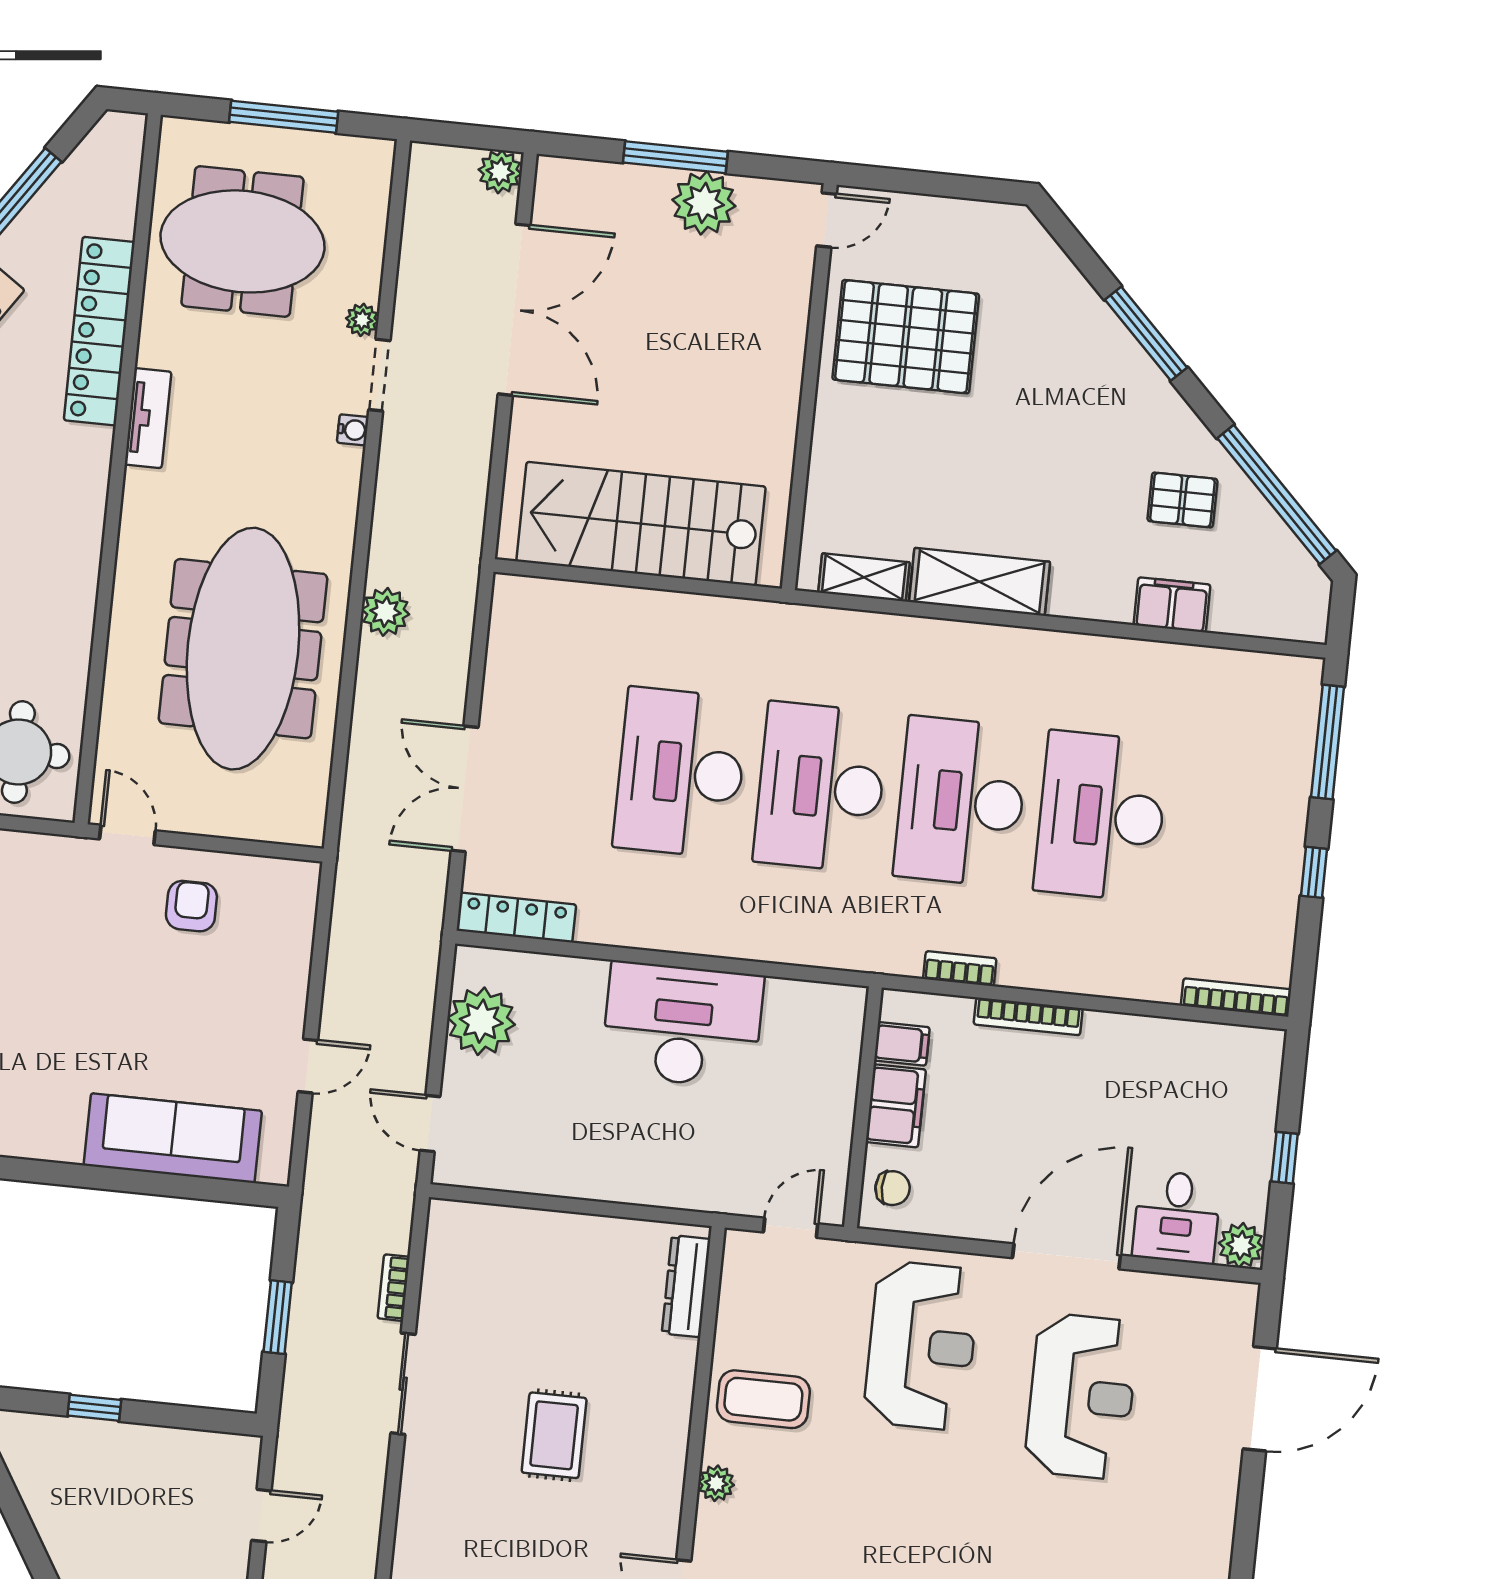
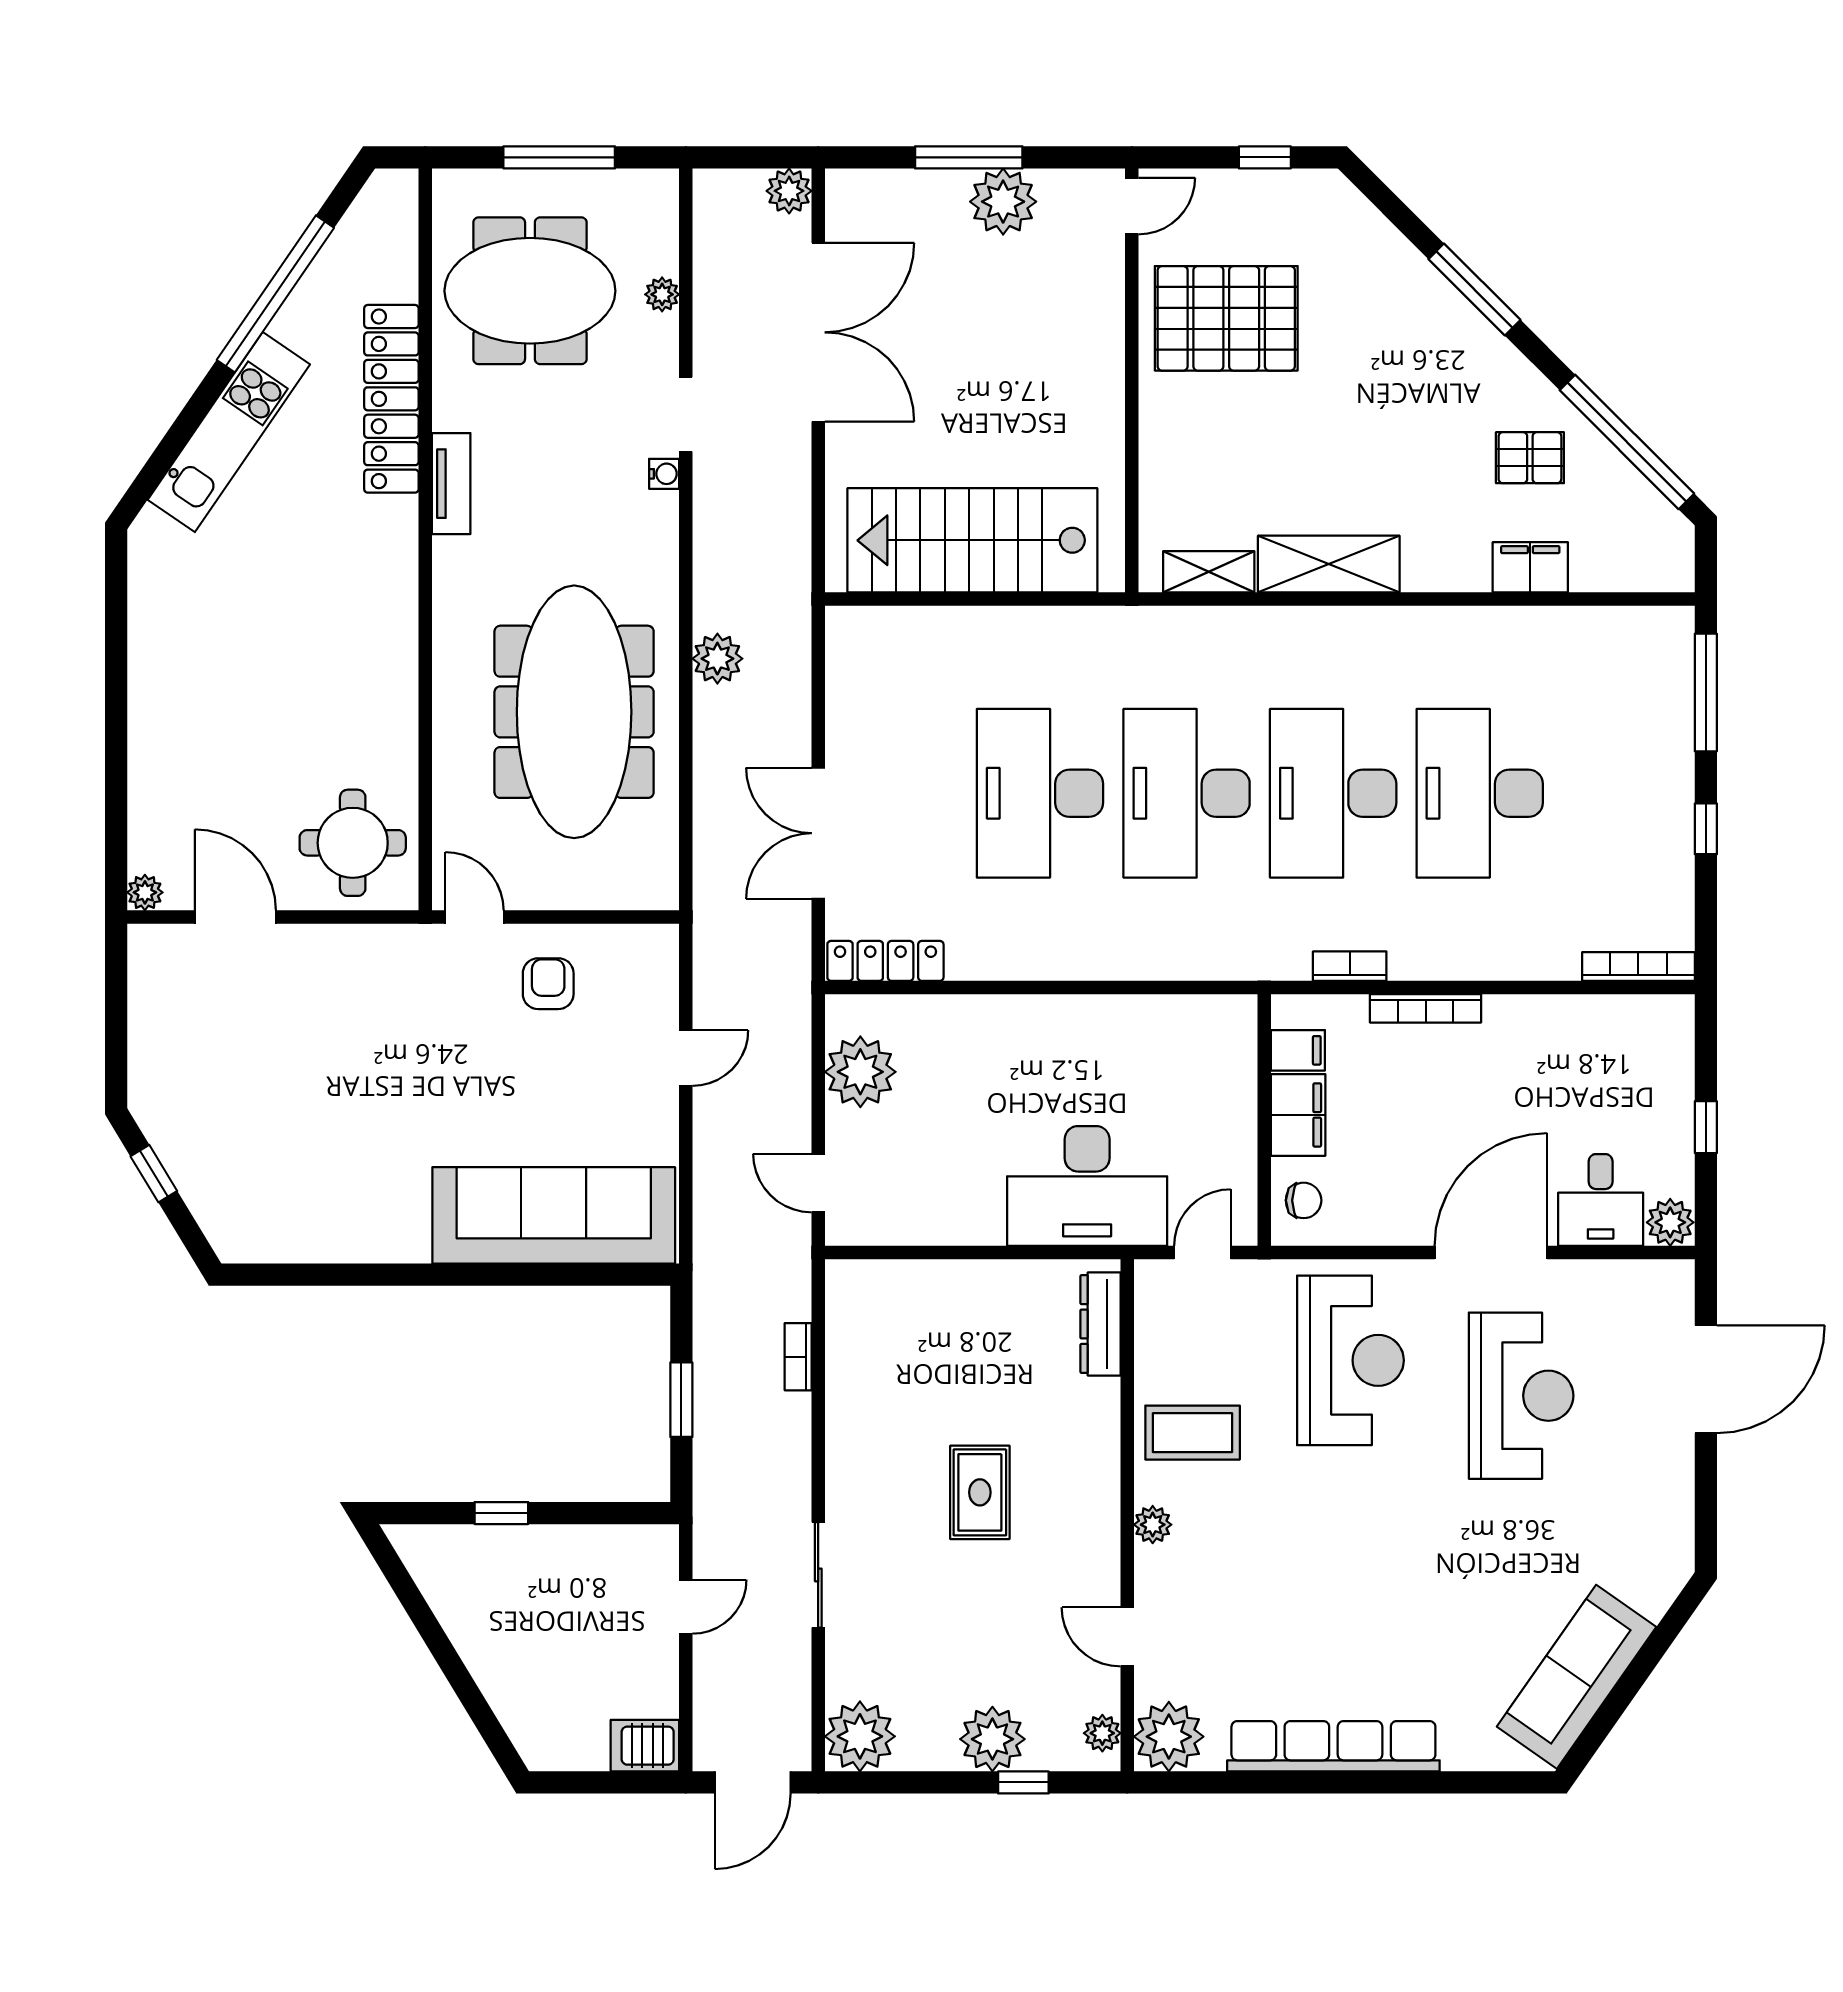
window: (959, 187) -> (1265, 157), added
plant: (362, 320) -> (662, 294), moved
desk: (682, 1025) -> (1087, 1186), moved, turned 180
door: (308, 1066) -> (686, 1058), moved
sofa: (173, 1138) -> (554, 1215), width x1.36, depth x1.27
sliding door: (403, 1384) -> (818, 1575), moved

